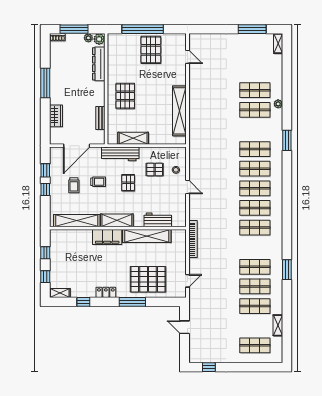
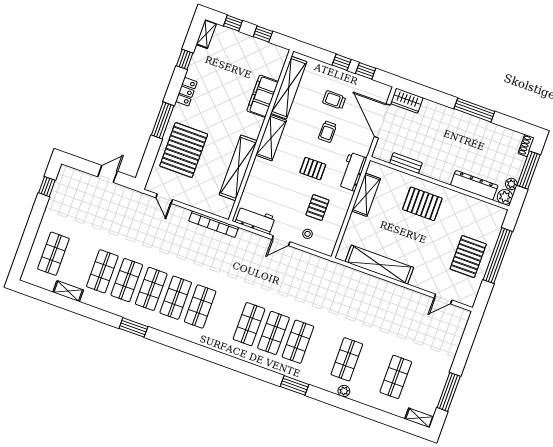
pallet: (151, 50) -> (468, 257), turned 90
shop shelf: (255, 90) -> (396, 377), moved
wardrobe: (56, 116) -> (407, 101), moved
workbench: (120, 154) -> (352, 172), width x0.73
shop shelf: (255, 208) -> (176, 298), moved
workbench: (158, 220) -> (255, 220), moved, turned -90
filing cabinet: (107, 237) -> (263, 96), moved

